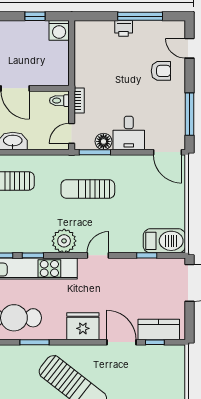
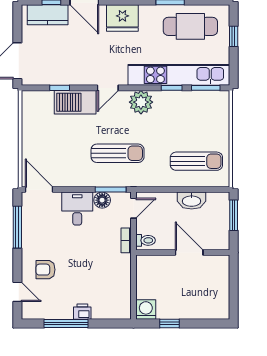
barbecue: (164, 241) -> (75, 102), moved

